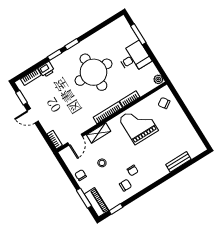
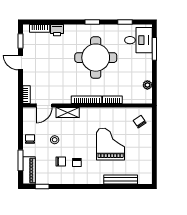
window: (55, 55) -> (125, 22), moved
desk: (134, 58) -> (138, 40), moved
plant: (158, 79) -> (147, 85), moved
grand piano: (139, 124) -> (111, 144), moved
bench: (178, 162) -> (121, 180), width x1.36
chair: (125, 185) -> (61, 161), moved

